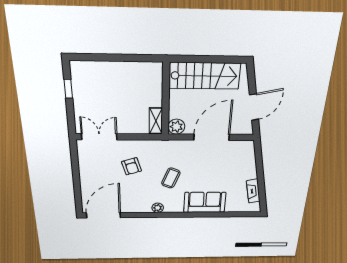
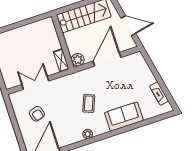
door: (254, 107) -> (128, 26), hinge flipped
double door: (99, 137) -> (35, 83), moved
armchair: (132, 166) -> (37, 114), moved

